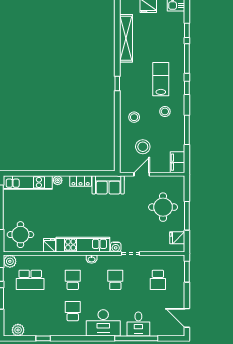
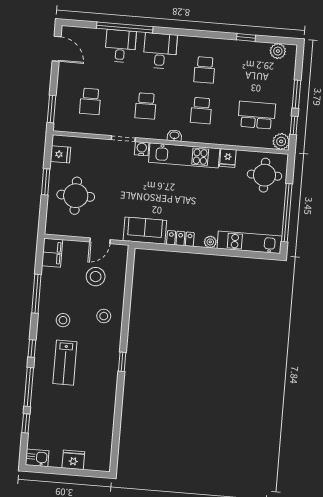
shelving: (126, 38) -> (106, 420), removed
window: (187, 216) -> (46, 182), width x0.69
school desk: (158, 280) -> (90, 101), turned 180
desk: (103, 323) -> (160, 51), width x0.73

